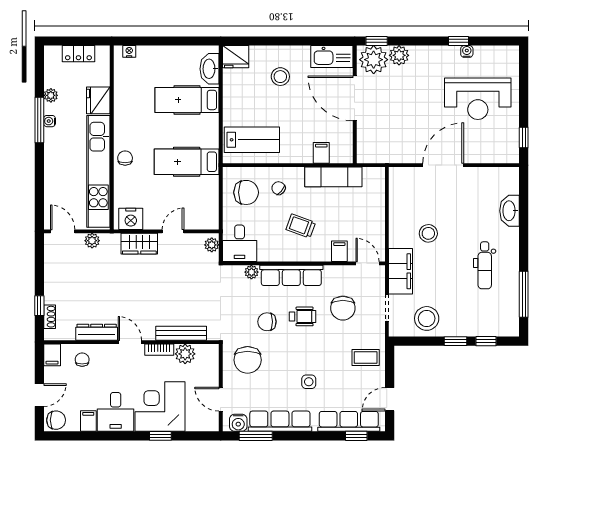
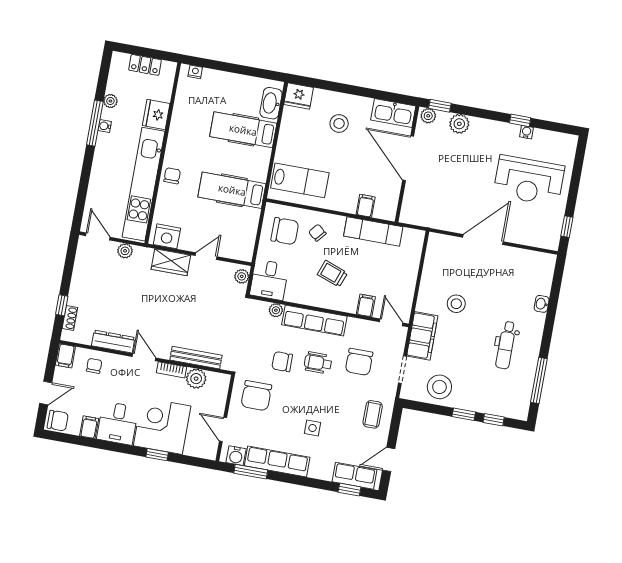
plant: (374, 60) -> (428, 116), width x0.53, depth x0.53
washbasin: (510, 211) -> (542, 304), width x0.52, depth x0.69
wheelchair: (302, 316) -> (318, 363), turned 180
coffee table: (366, 358) -> (373, 414), turned 90
row of seats: (349, 421) -> (354, 476), width x0.68

